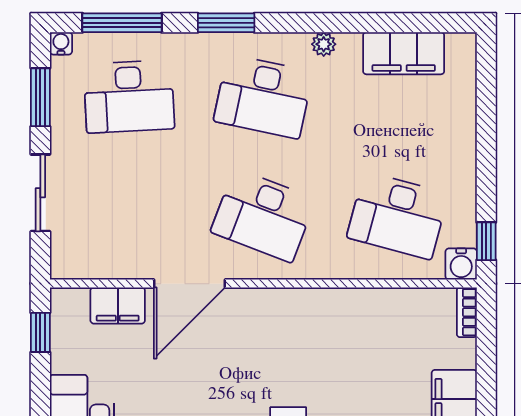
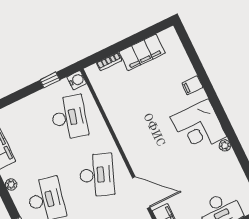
window: (486, 241) -> (50, 80), moved
bookcase: (467, 312) -> (109, 62), moved

